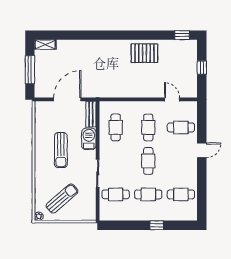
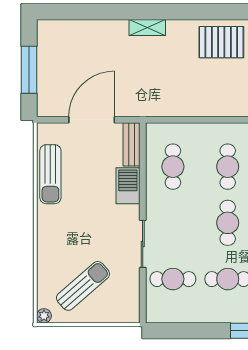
shelving: (45, 45) -> (147, 28), moved
sun lounger: (61, 150) -> (50, 174), moved

